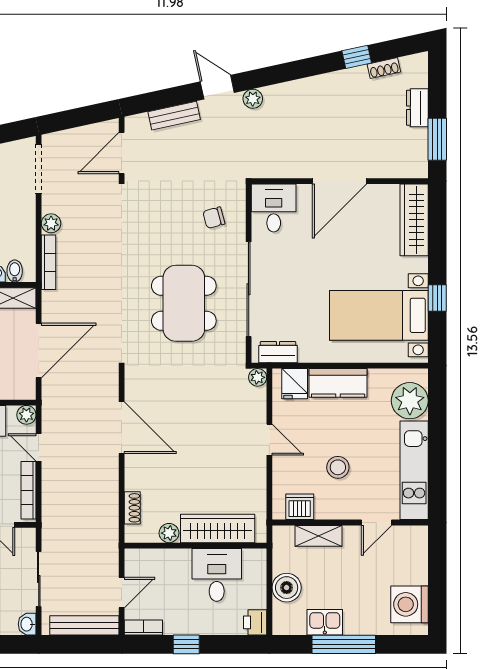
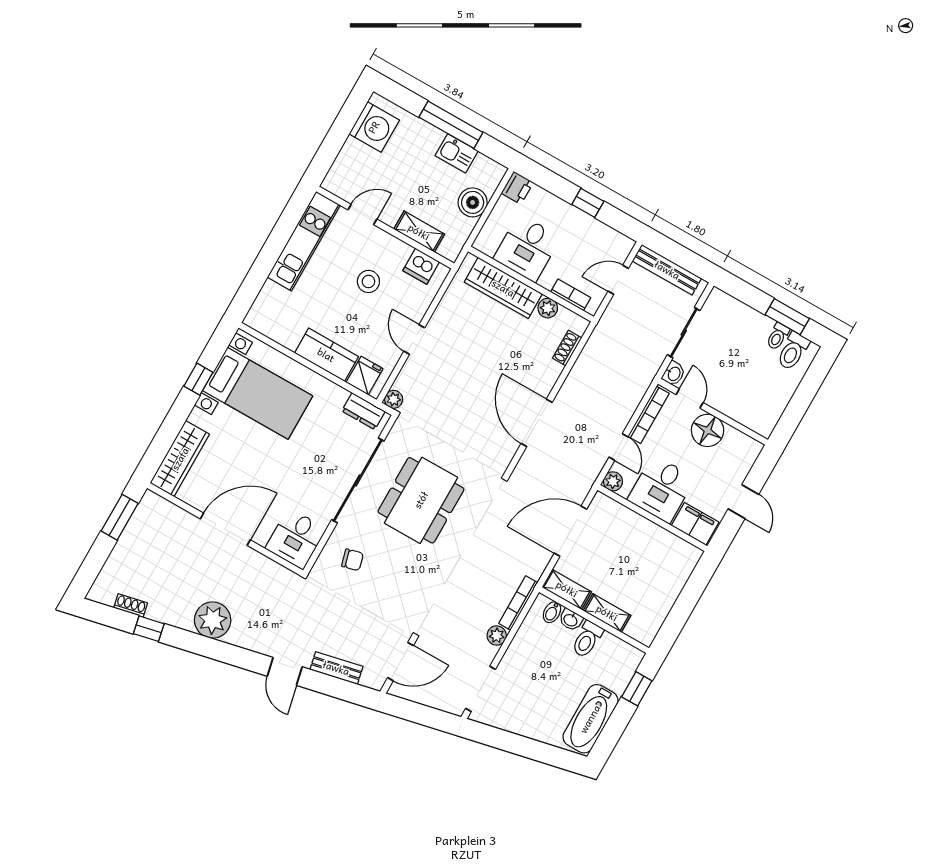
plant: (253, 99) -> (213, 620), moved, width x1.88, depth x1.88
dresser: (417, 108) -> (121, 554), removed
plant: (410, 401) -> (273, 304), removed
washbasin: (27, 624) -> (674, 374), moved
bookcase: (143, 627) -> (571, 295), moved, turned 180

